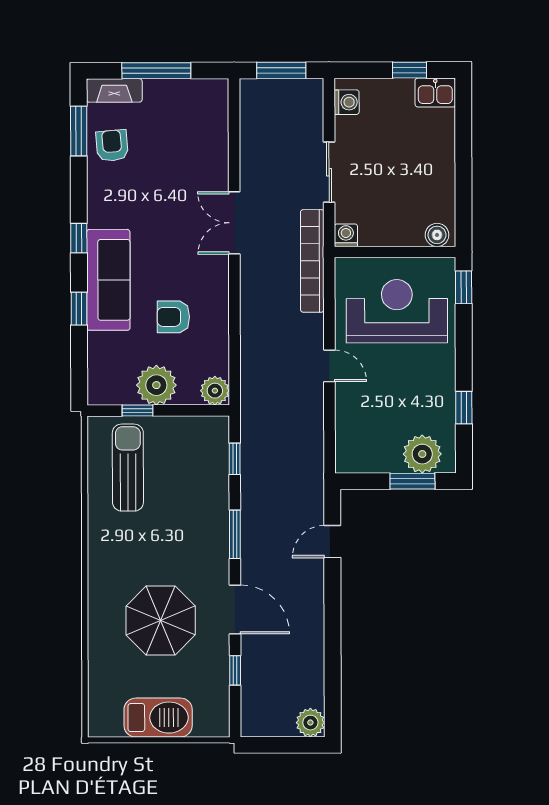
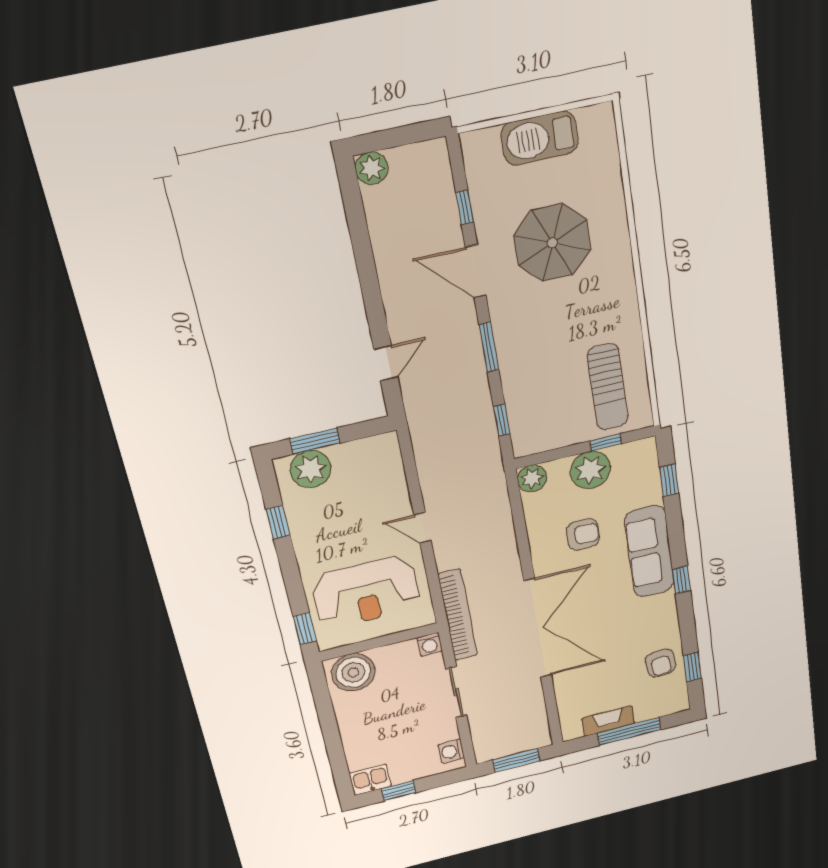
fireplace: (114, 90) -> (608, 721), moved
window: (79, 131) -> (692, 667), width x0.67
double door: (234, 223) -> (538, 628), width x1.87
boiler: (437, 235) -> (353, 672), width x1.86, depth x1.86
window: (79, 309) -> (669, 480), moved

